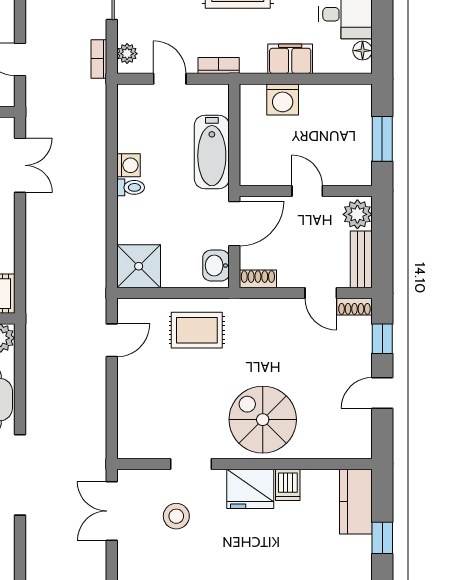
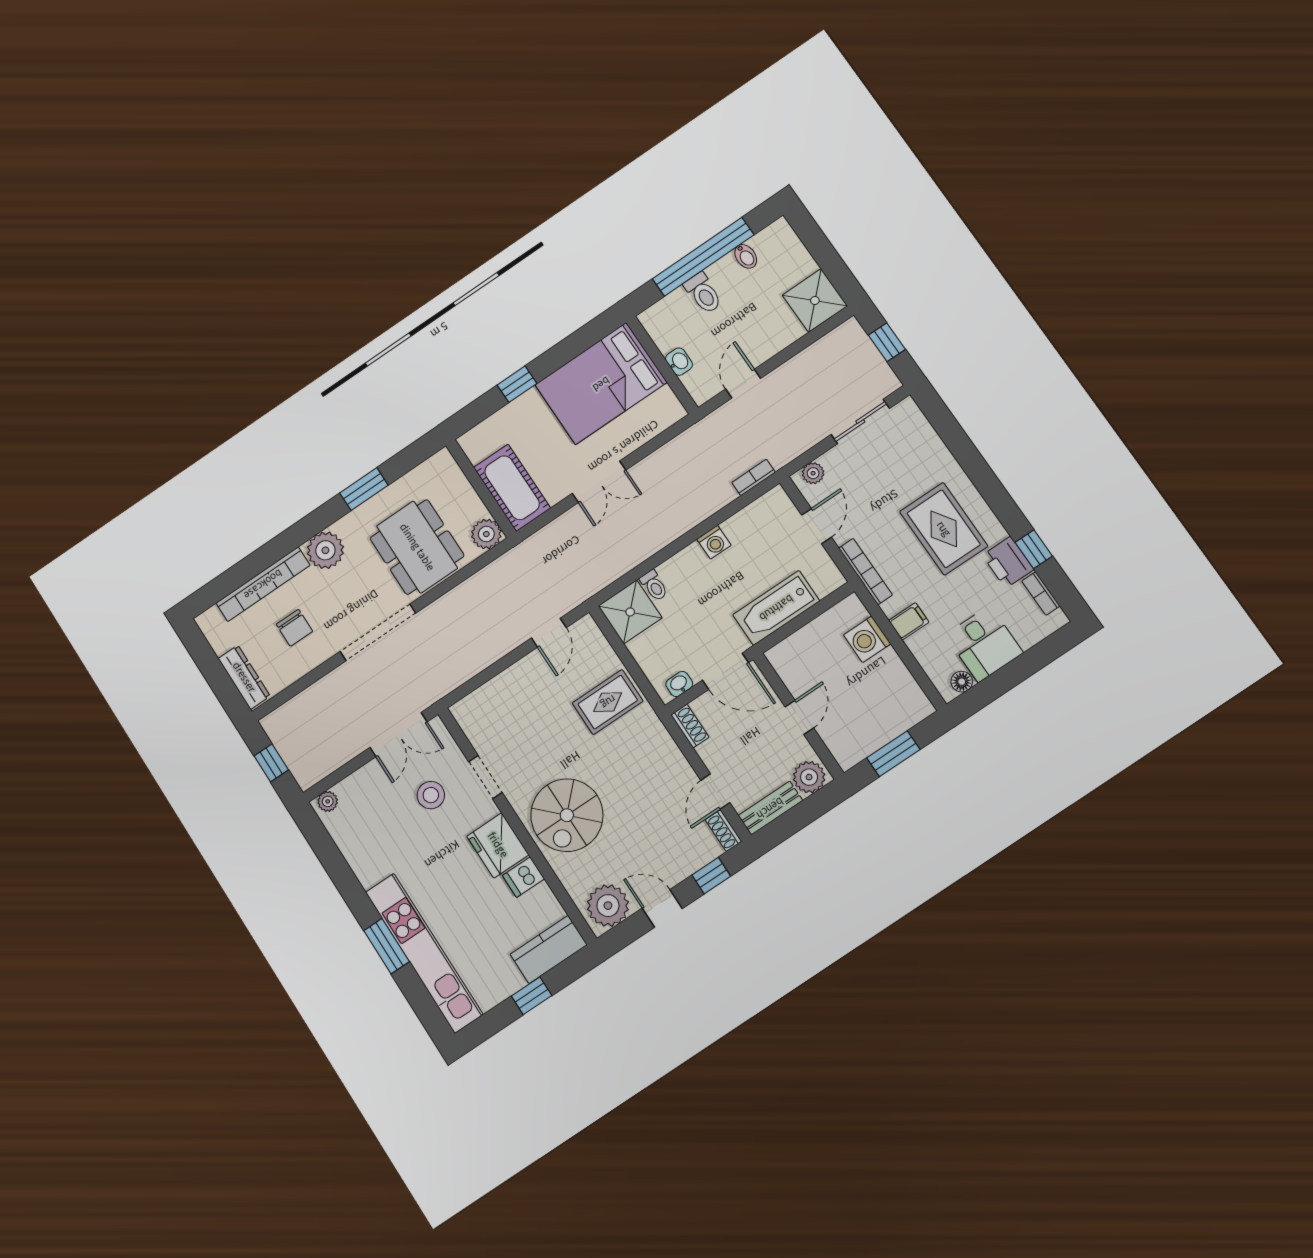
bookcase: (99, 59) -> (754, 477), moved
filing cabinet: (290, 59) -> (909, 621), width x0.50
bookcase: (219, 65) -> (865, 572), width x1.56
double door: (20, 165) -> (599, 482), moved
toilet: (131, 187) -> (654, 586), moved
washbasin: (216, 266) -> (679, 684), width x0.72, depth x0.69
rug: (197, 330) -> (608, 702), turned 90
door: (112, 340) -> (549, 633), hinge flipped
spiral stairs: (263, 420) -> (567, 815), turned 180
plant: (353, 433) -> (608, 906), added
double door: (112, 511) -> (398, 735), swing flipped

